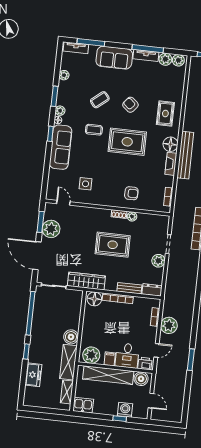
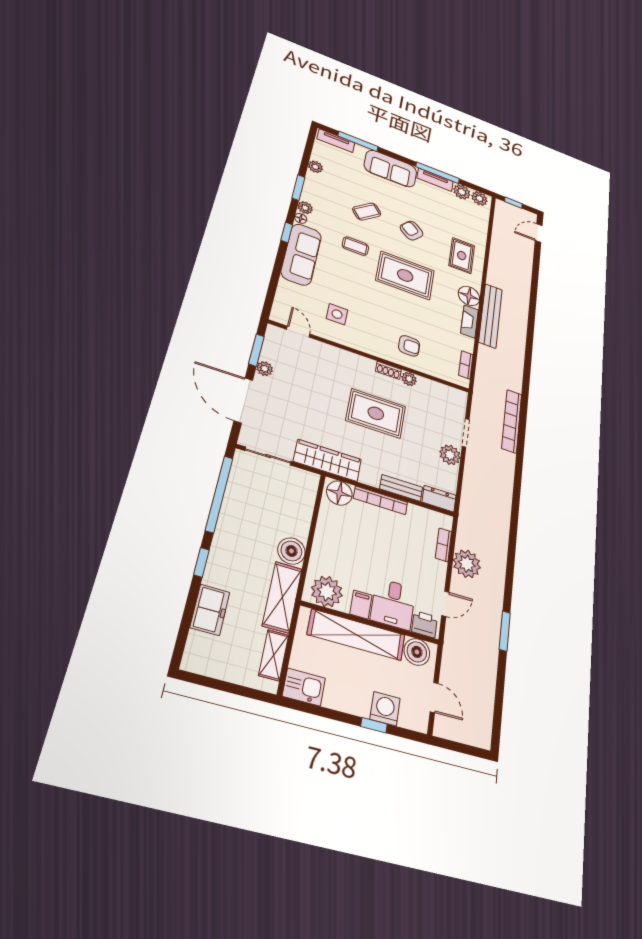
plant: (51, 229) -> (265, 369), width x0.53, depth x0.53

